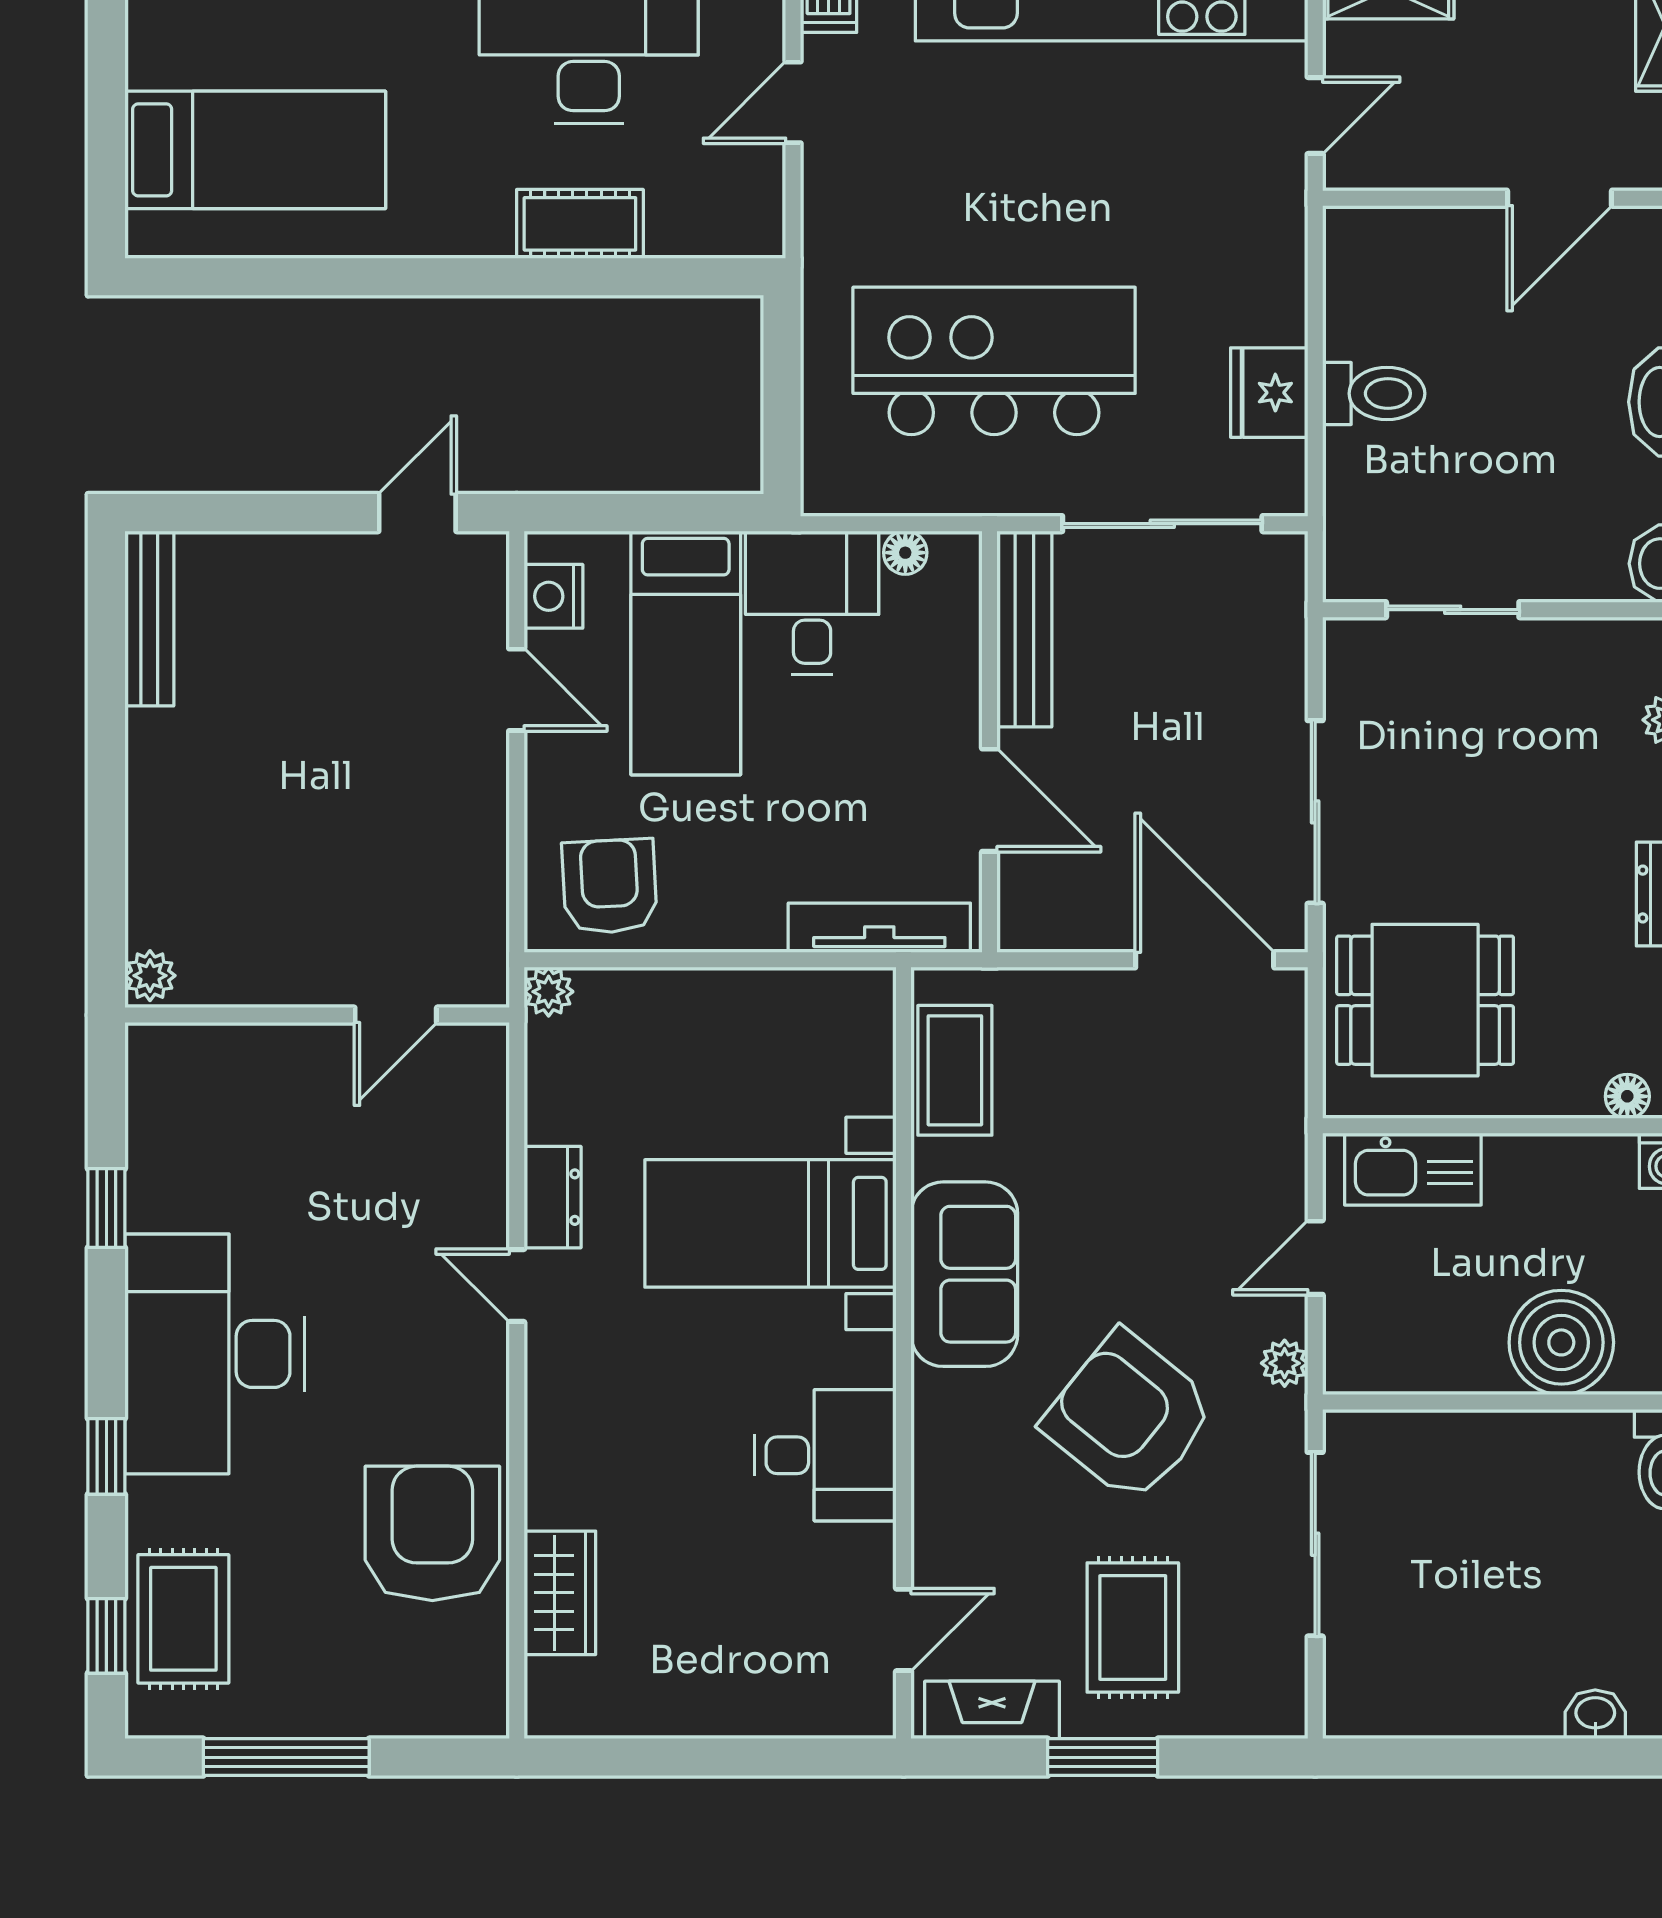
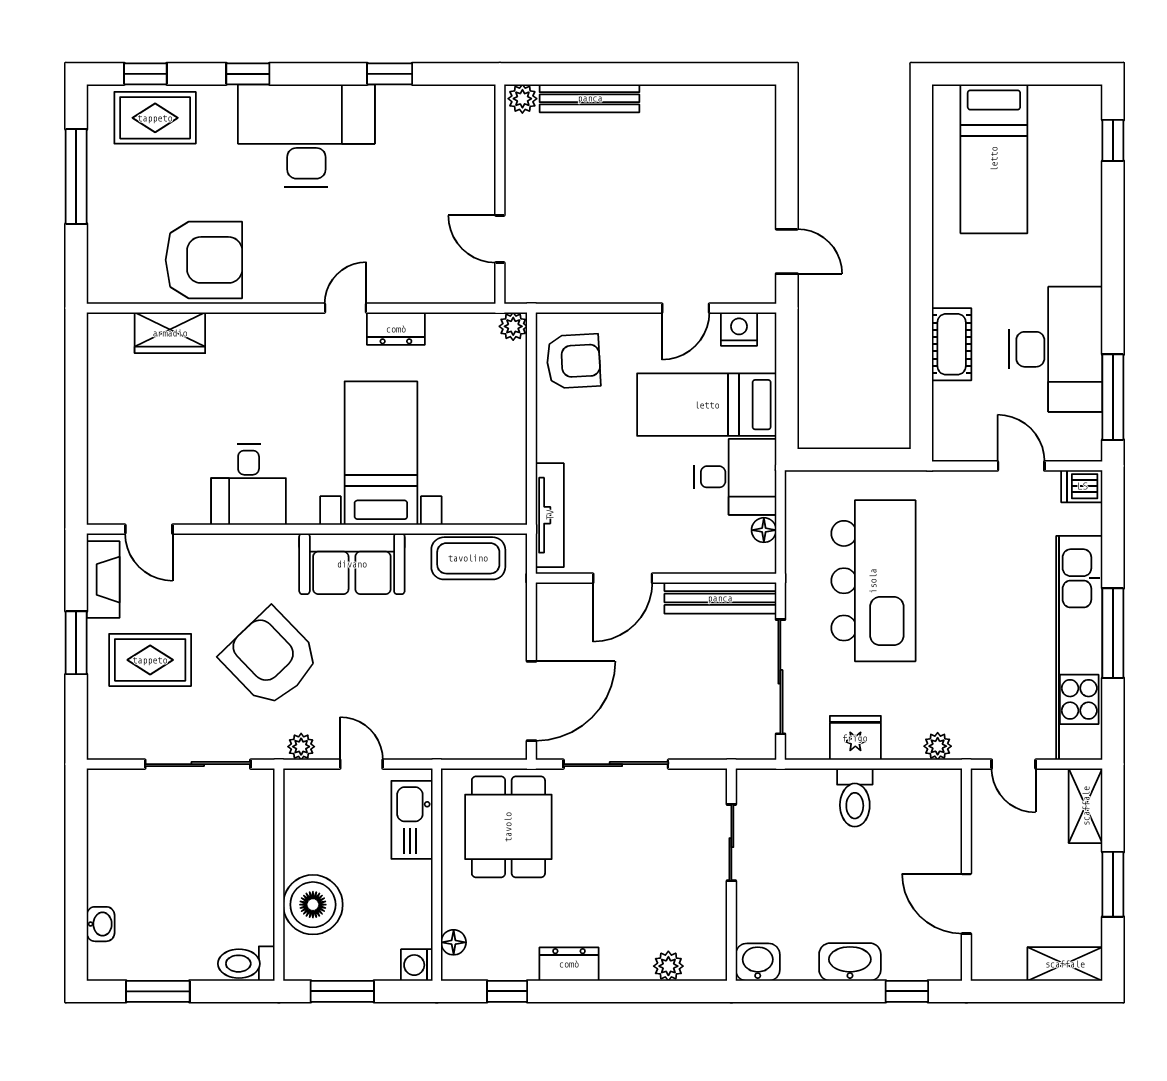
plant: (1284, 248) -> (938, 746), added
bench: (149, 619) -> (590, 98), moved
armchair: (1129, 1417) -> (271, 658), turned -83

